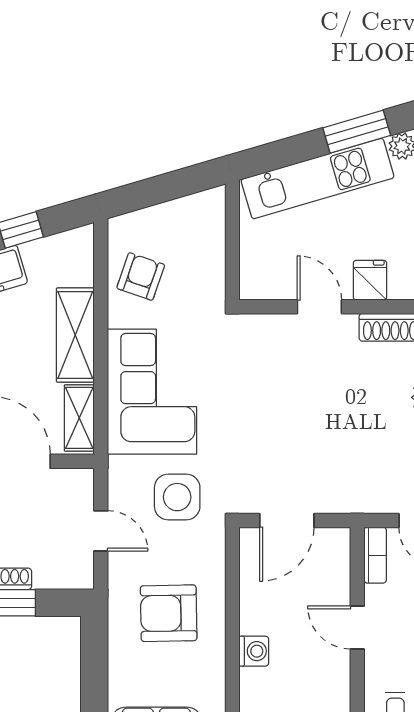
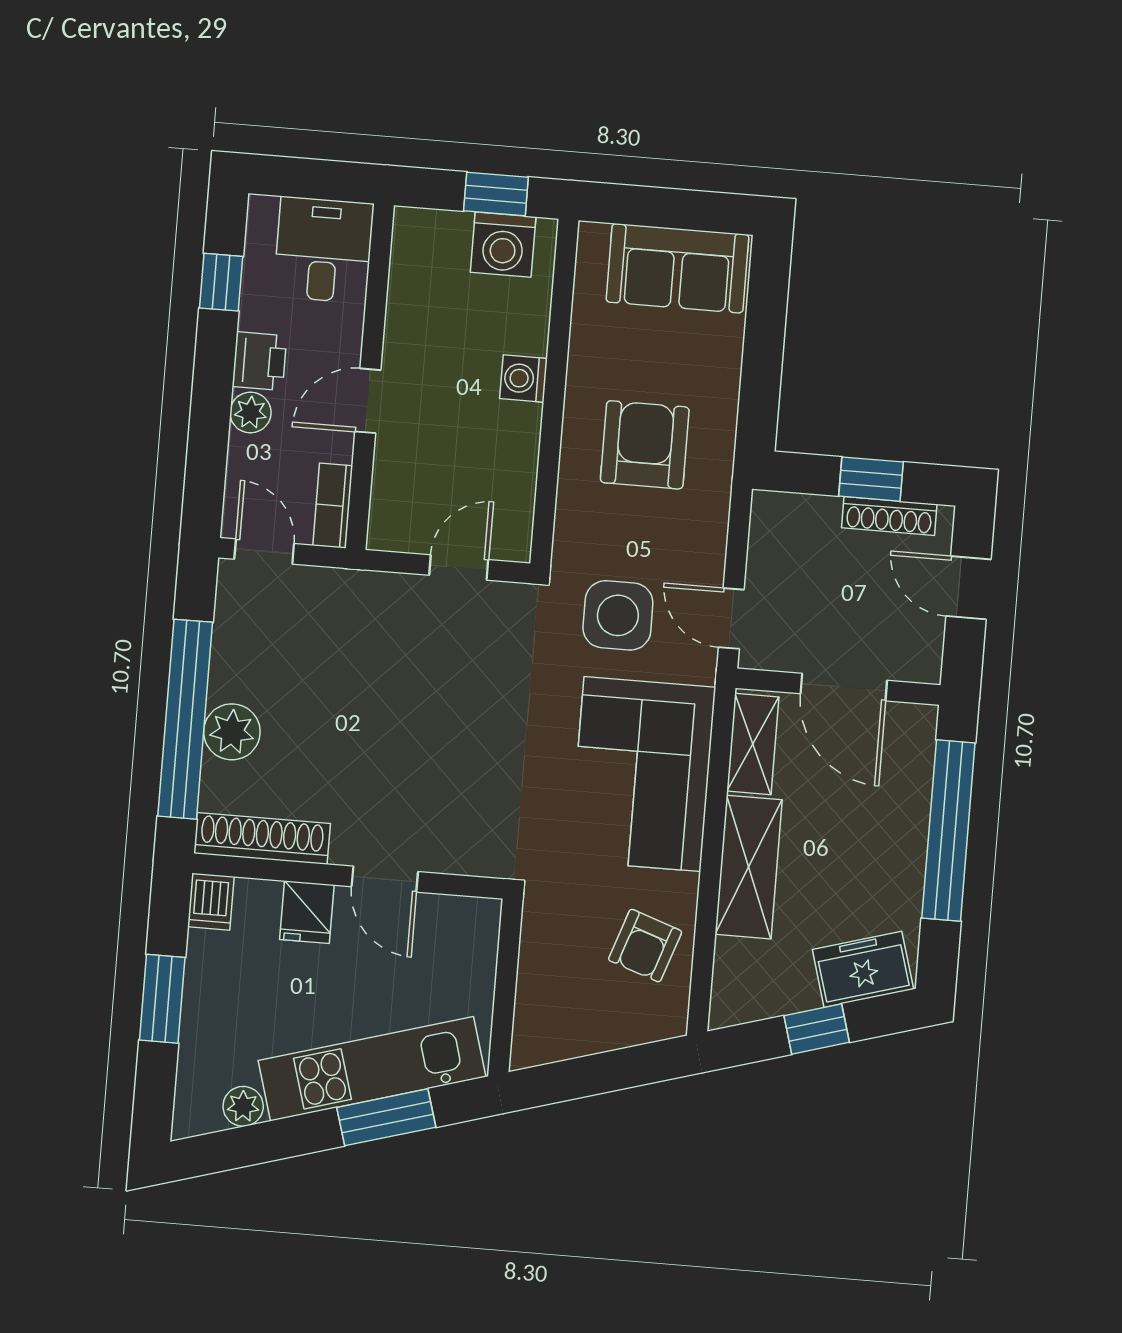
window: (357, 132) -> (386, 1117), moved
door: (287, 520) -> (459, 567), width x0.73
door: (101, 531) -> (731, 618), moved
armchair: (169, 613) -> (645, 445), turned -89
door: (357, 628) -> (368, 401), swing flipped

